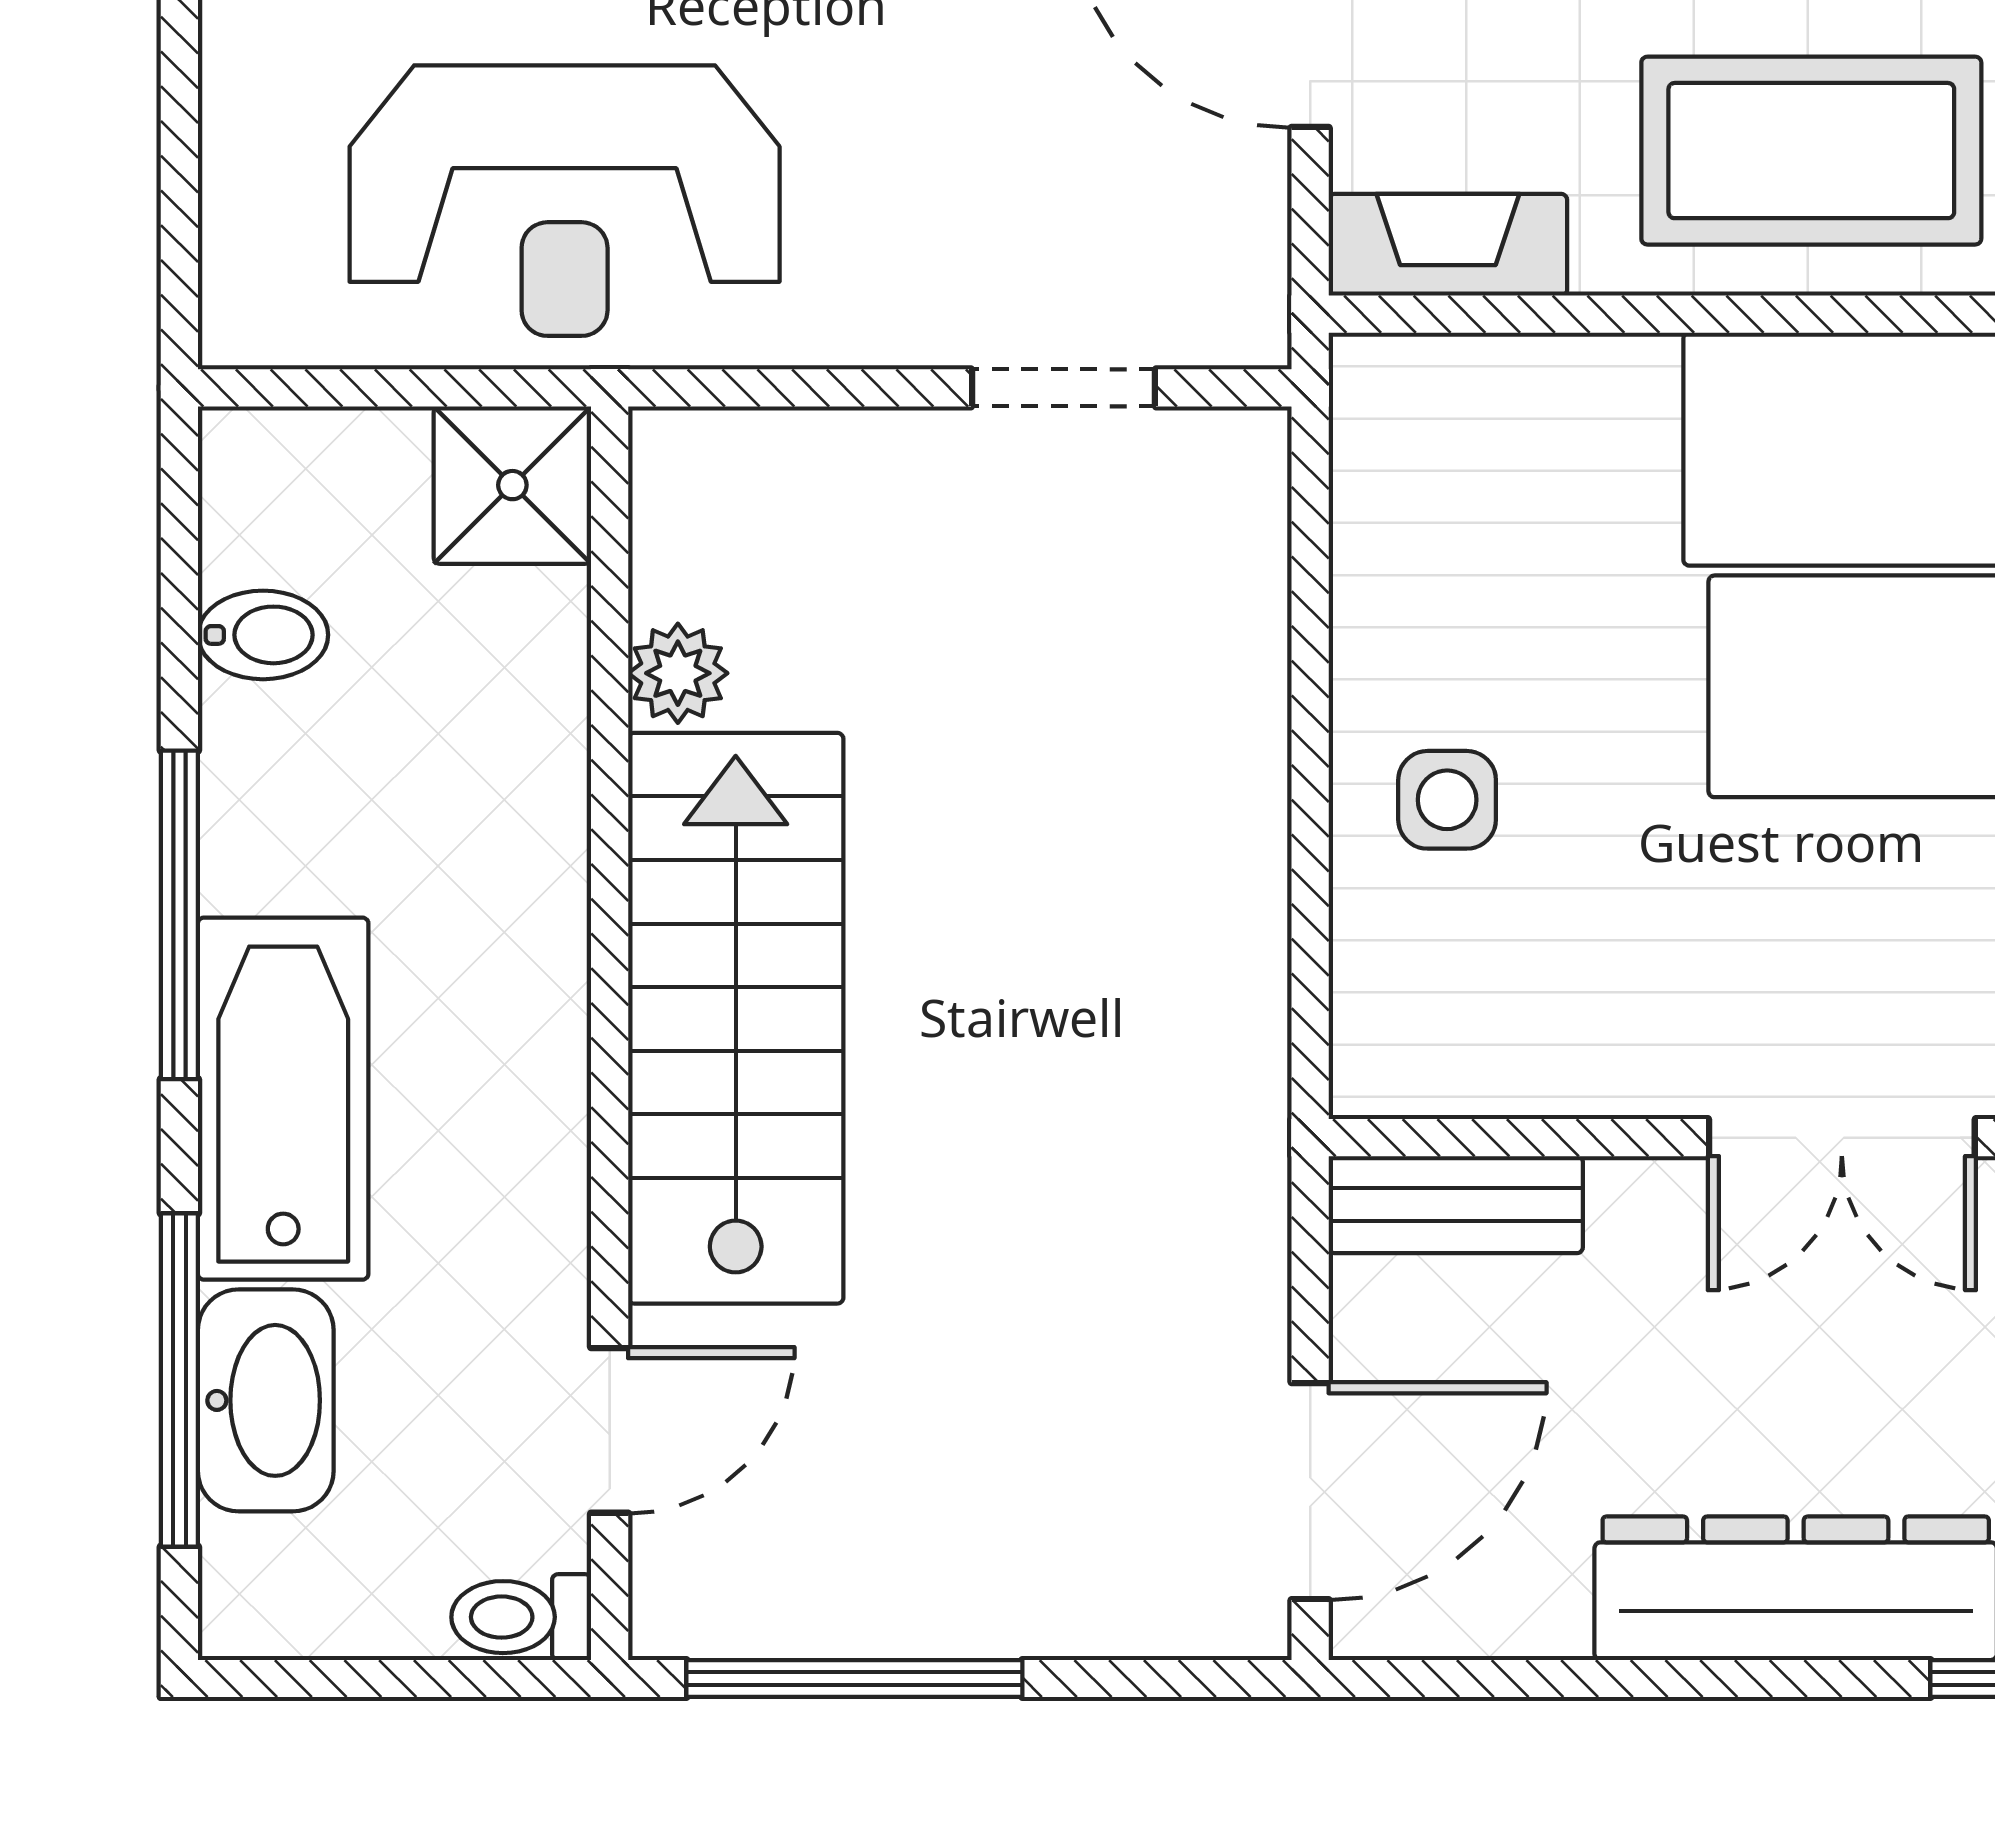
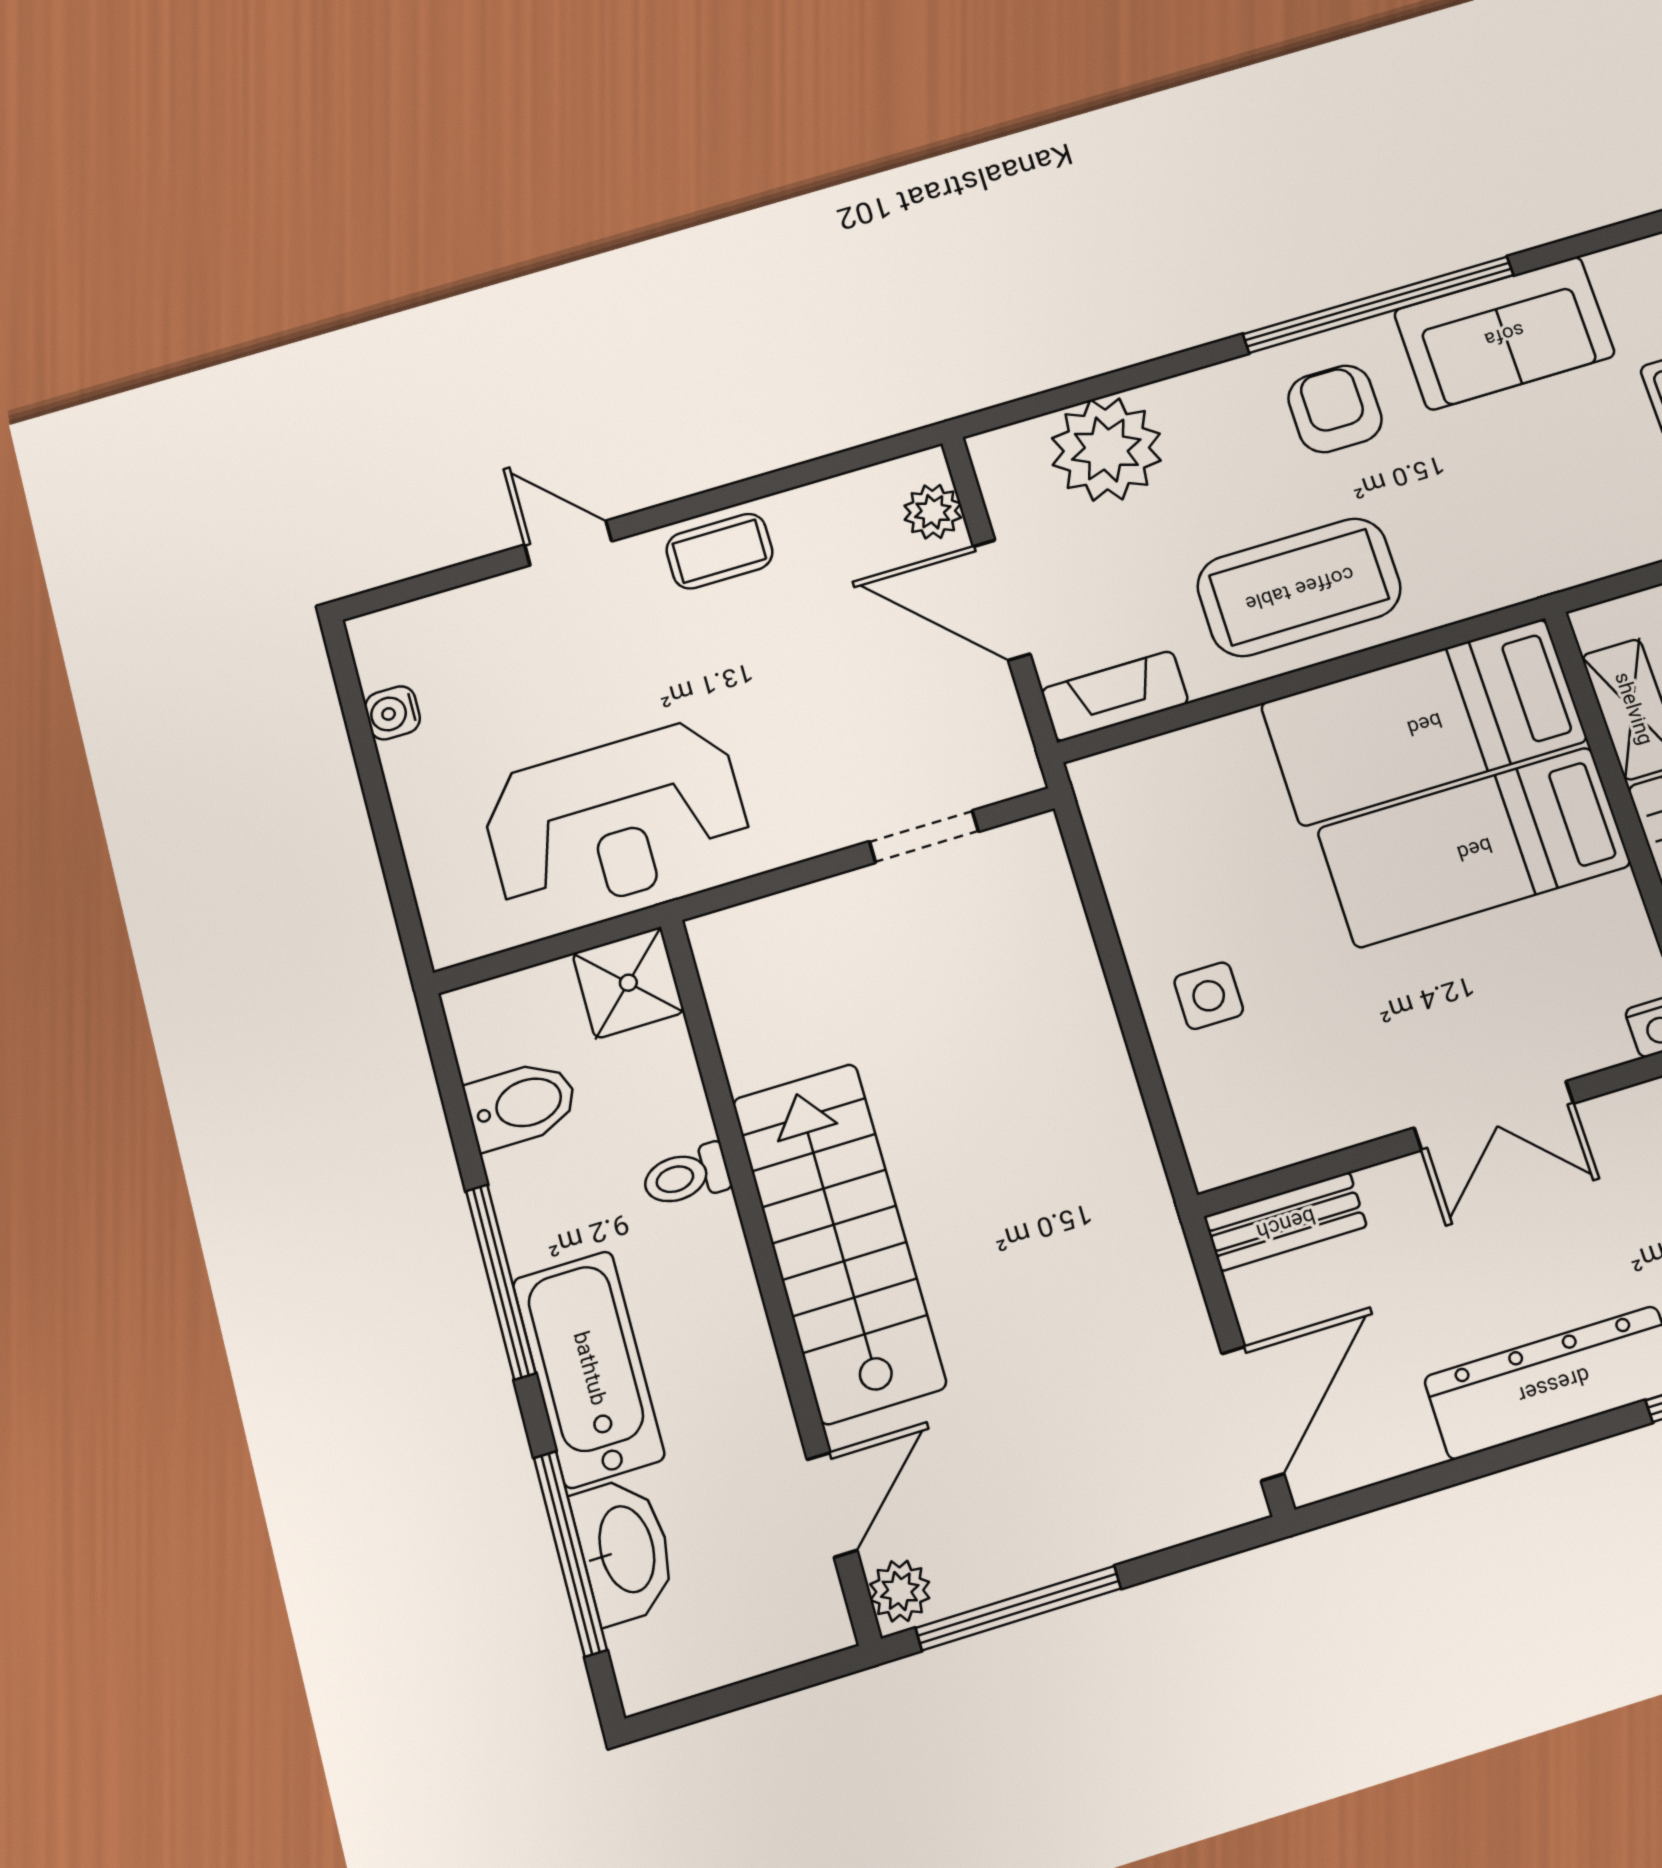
bidet: (263, 635) -> (522, 1105), width x1.38, depth x1.36
plant: (678, 673) -> (900, 1591), moved
toilet: (521, 1617) -> (686, 1176), moved

